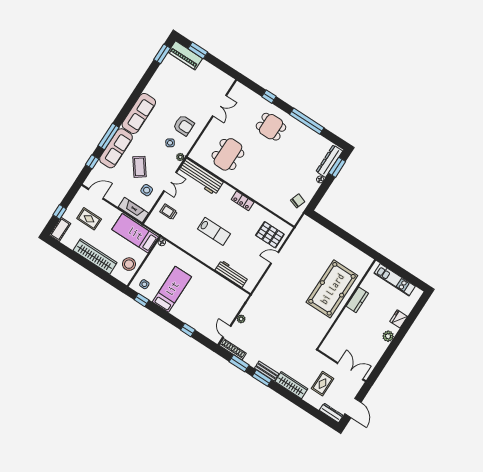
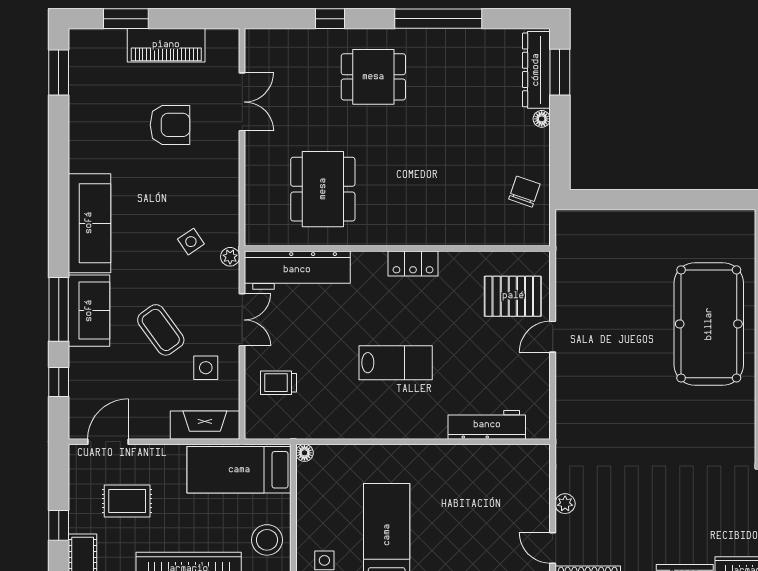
piano: (185, 55) -> (166, 45), moved
armchair: (184, 125) -> (170, 125), moved
sofa: (116, 148) -> (89, 311), width x0.73

